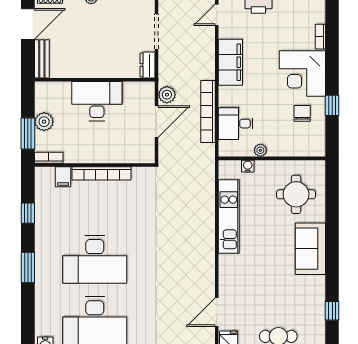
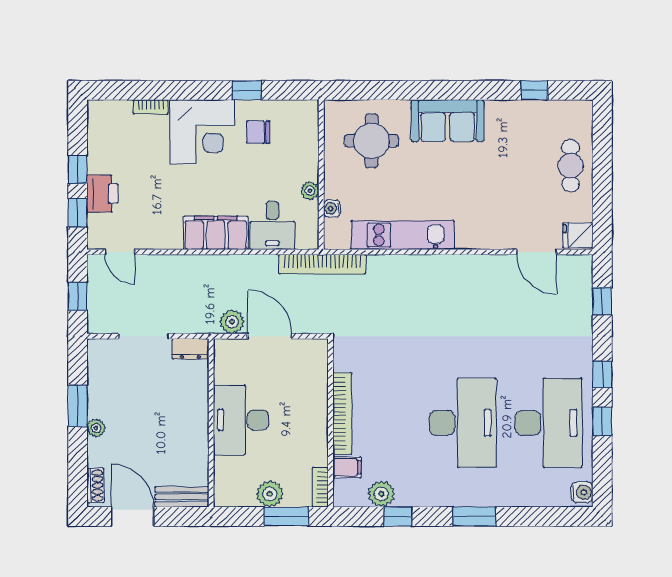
filing cabinet: (230, 62) -> (216, 233), moved
bookcase: (208, 112) -> (322, 264), moved
plant: (44, 201) -> (381, 494), added

